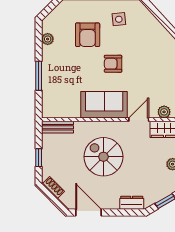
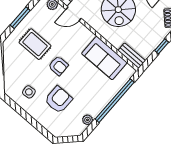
rug: (149, 65) -> (35, 44), added
window: (39, 76) -> (115, 101), width x2.11
sofa: (104, 105) -> (104, 58), moved

